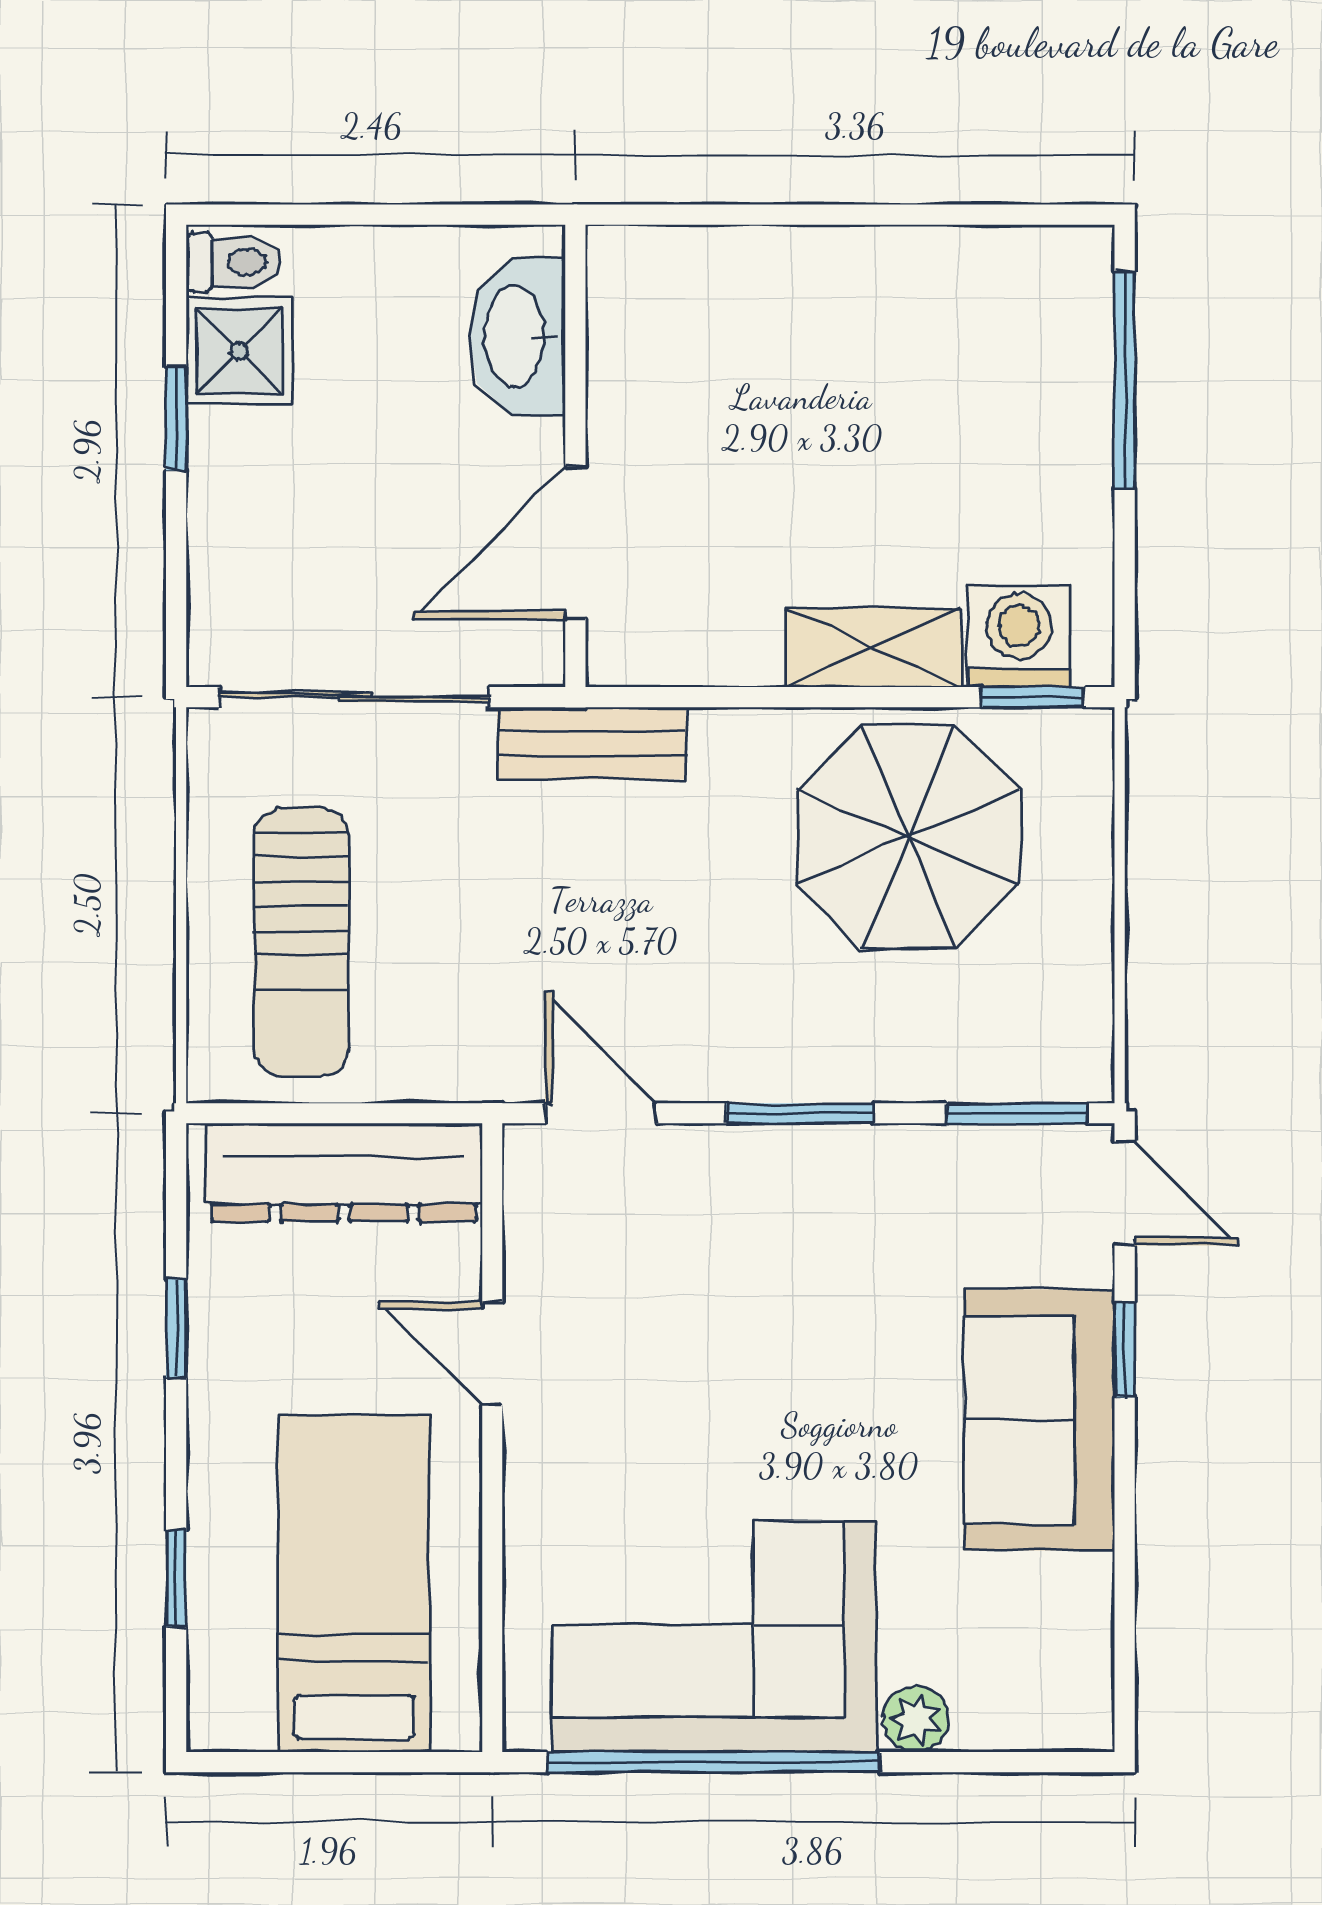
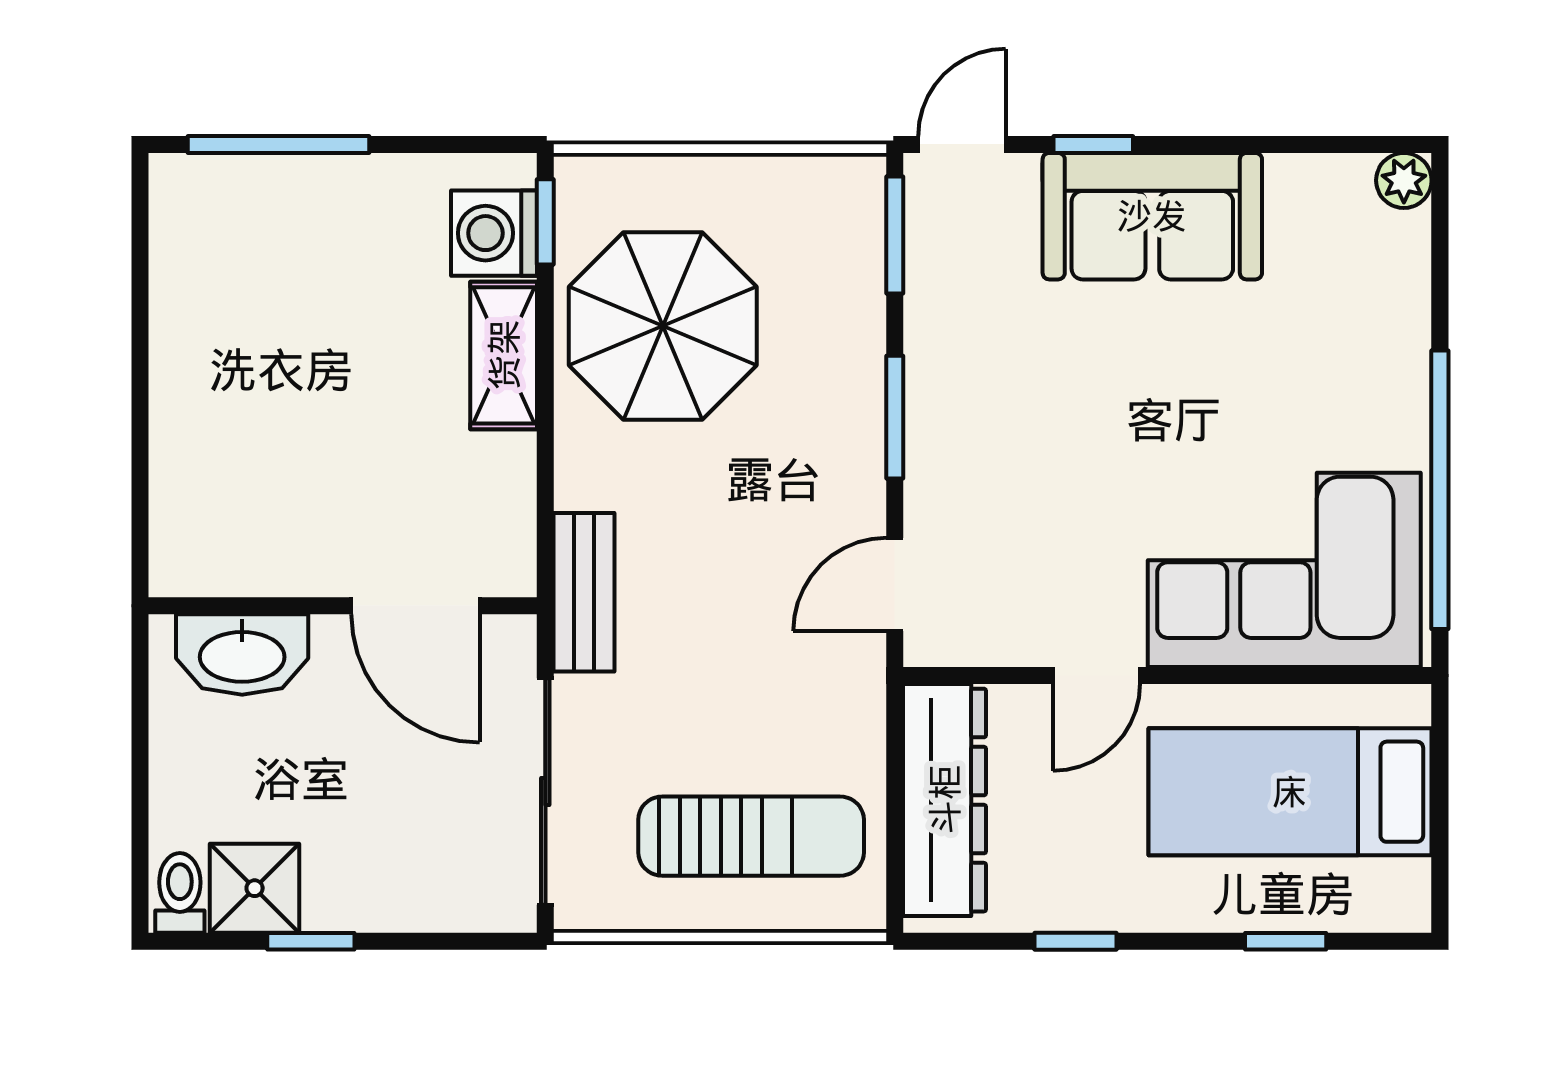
corner sofa: (714, 1636) -> (1284, 570), moved, turned 90
plant: (916, 1719) -> (1404, 180), moved

